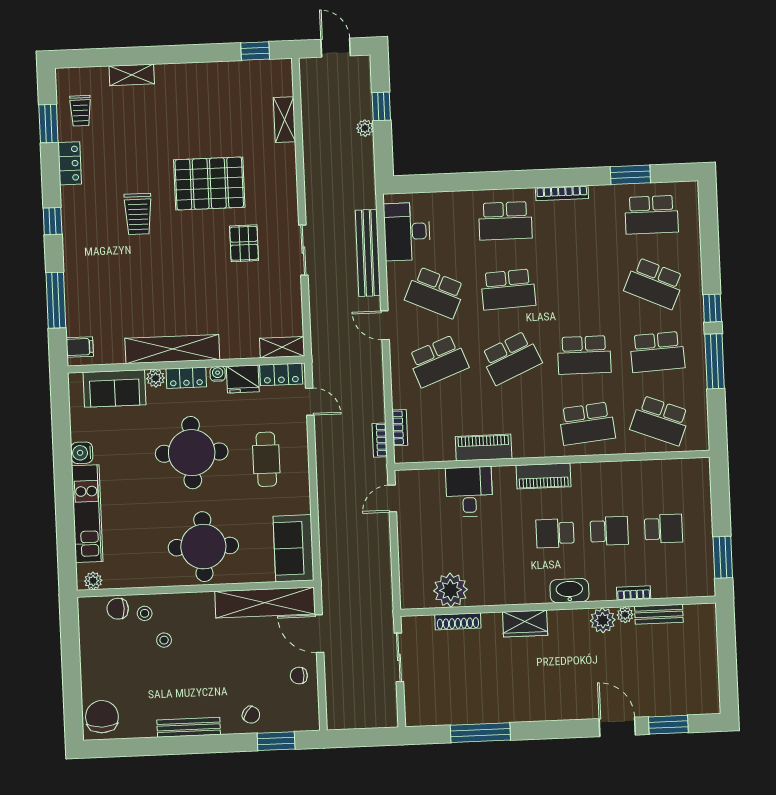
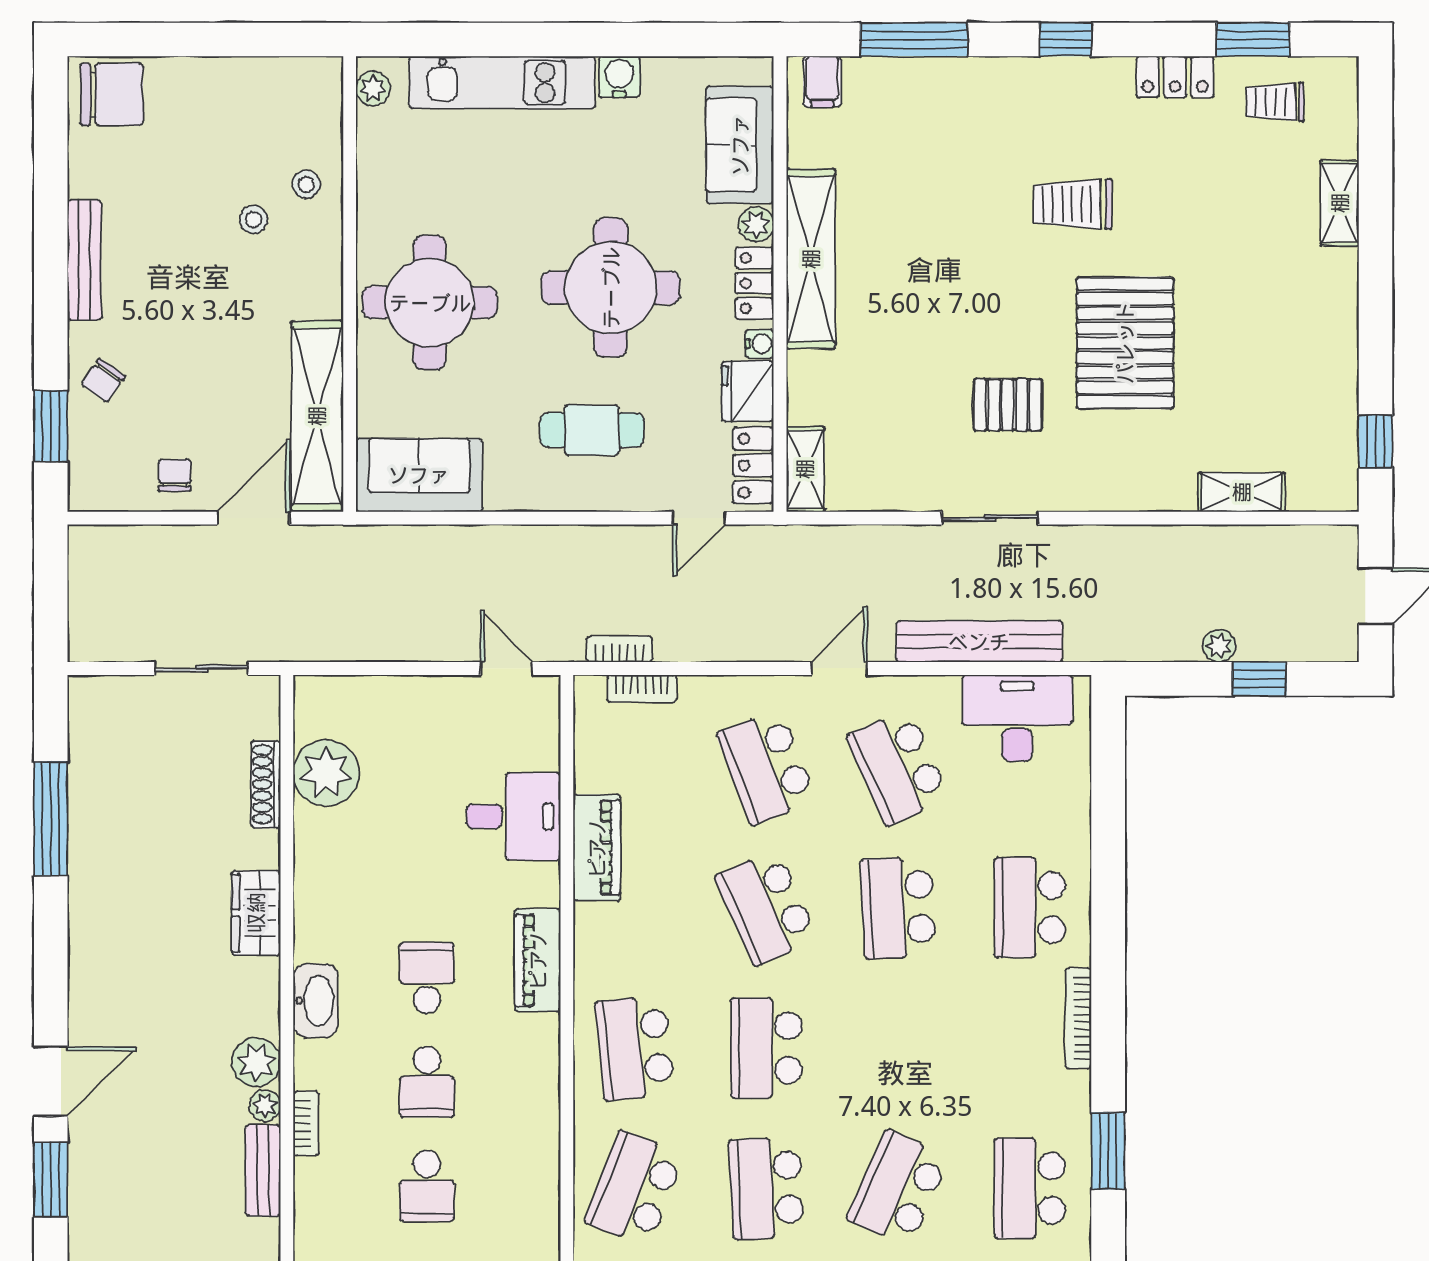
school desk: (435, 292) -> (898, 767), turned -48
chair: (118, 609) -> (317, 133), removed

